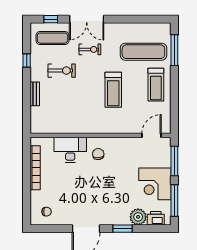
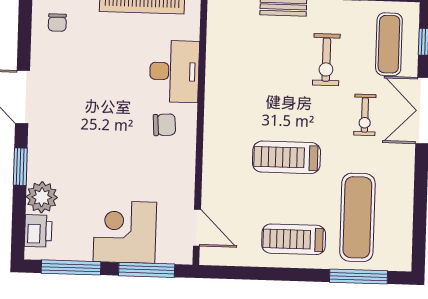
corner desk: (155, 184) -> (125, 232), moved

